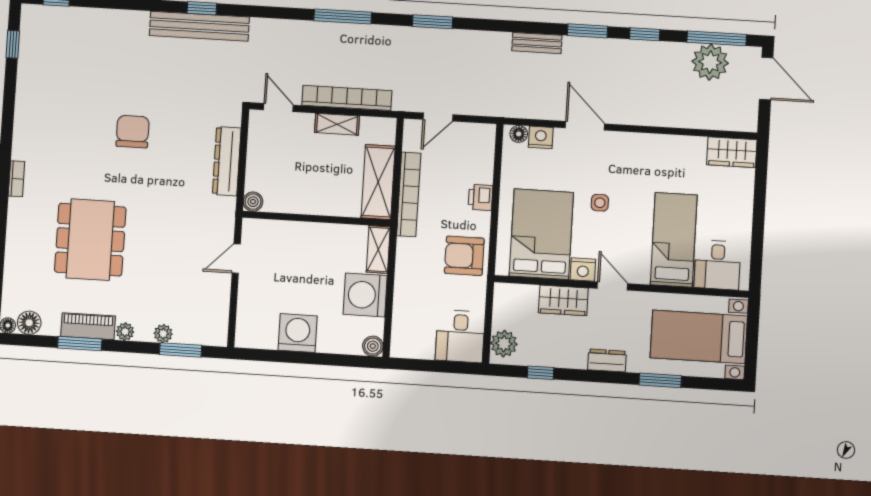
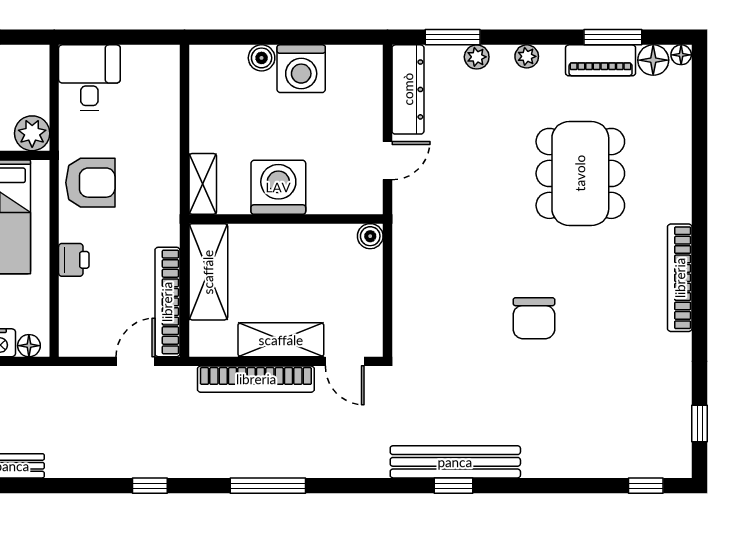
window: (433, 22) -> (150, 486), width x0.67
shelving: (337, 124) -> (281, 340), width x1.50, depth x1.33
dresser: (227, 161) -> (408, 89), moved
bookcase: (16, 179) -> (680, 278), width x2.31, depth x1.31
bookcase: (409, 194) -> (167, 302), moved
washing machine: (365, 295) -> (278, 187), moved, turned -90
piano: (88, 326) -> (601, 60), moved
window: (80, 344) -> (613, 37), moved
plant: (504, 344) -> (32, 133), moved
boiler: (373, 346) -> (262, 58), moved

